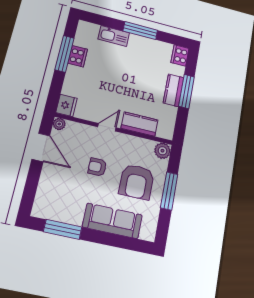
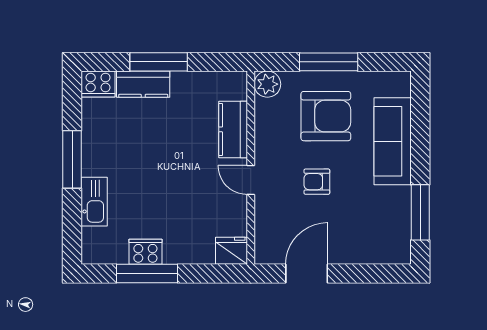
kitchen counter: (173, 90) -> (143, 84), moved
plant: (59, 124) -> (264, 255), removed
armchair: (97, 167) -> (317, 182), turned 90

